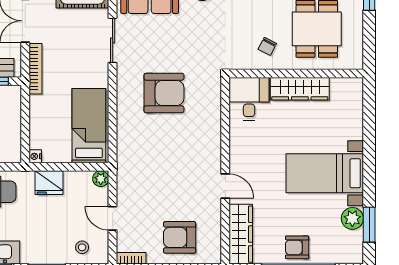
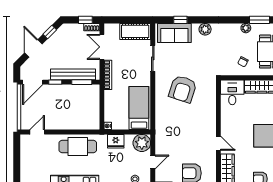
armchair: (164, 93) -> (183, 89), turned 108
plant: (101, 179) -> (142, 143), width x1.87, depth x1.87
door: (113, 218) -> (153, 162), swing flipped

